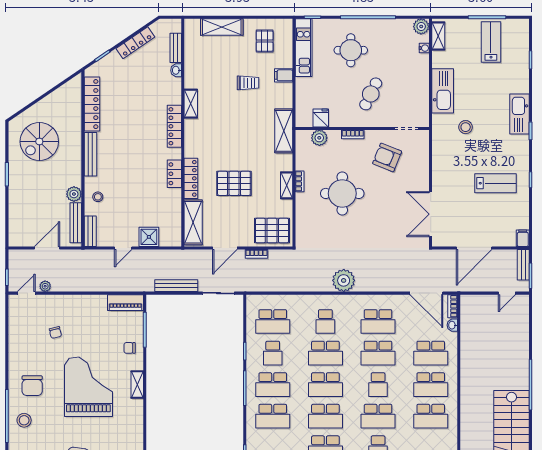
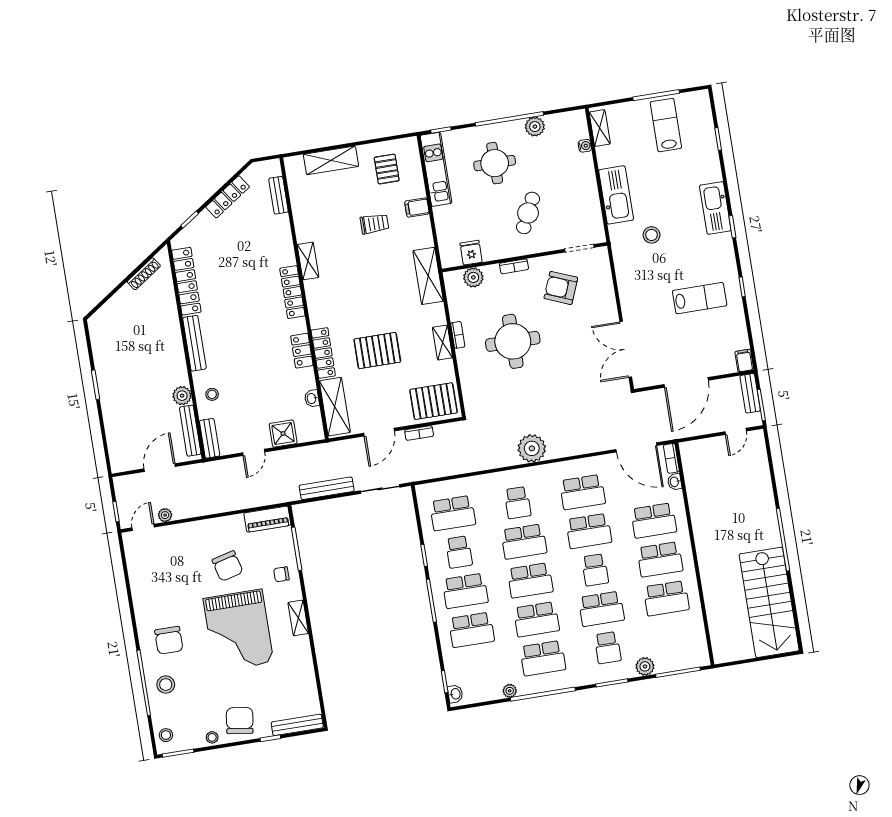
plant: (421, 26) -> (535, 127), moved
washbasin: (176, 70) -> (312, 398), moved
shoe rack: (59, 93) -> (144, 274), added
spiral stairs: (39, 142) -> (129, 338), removed
chair: (55, 333) -> (228, 566), moved, width x1.87, depth x1.87
grand piano: (88, 387) -> (238, 630), turned 180

